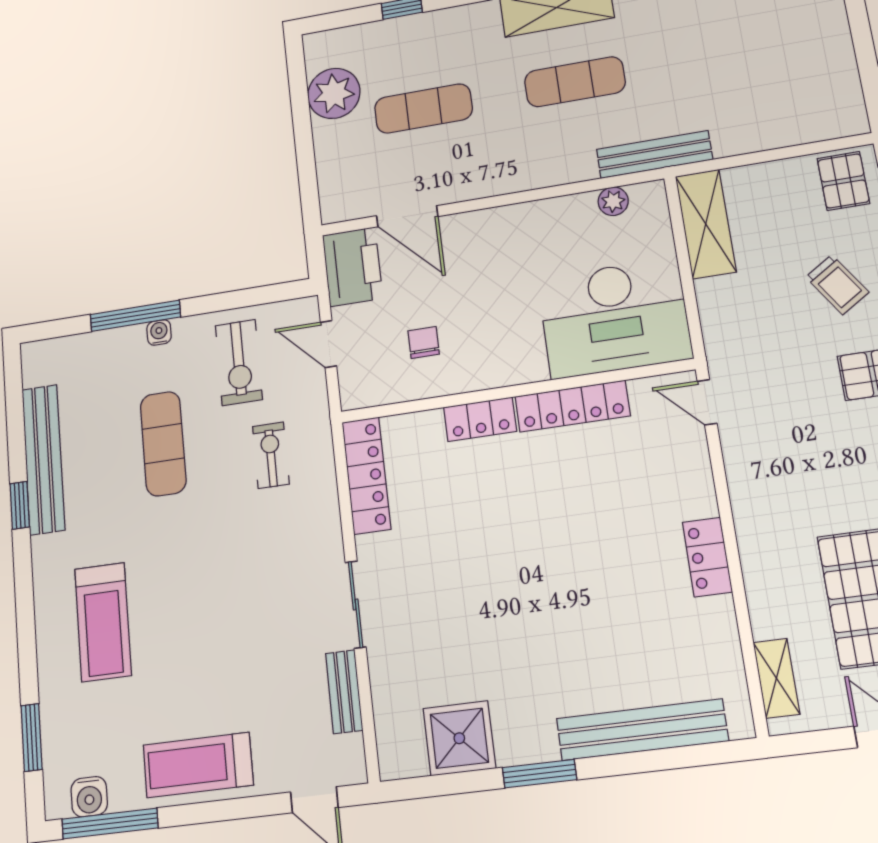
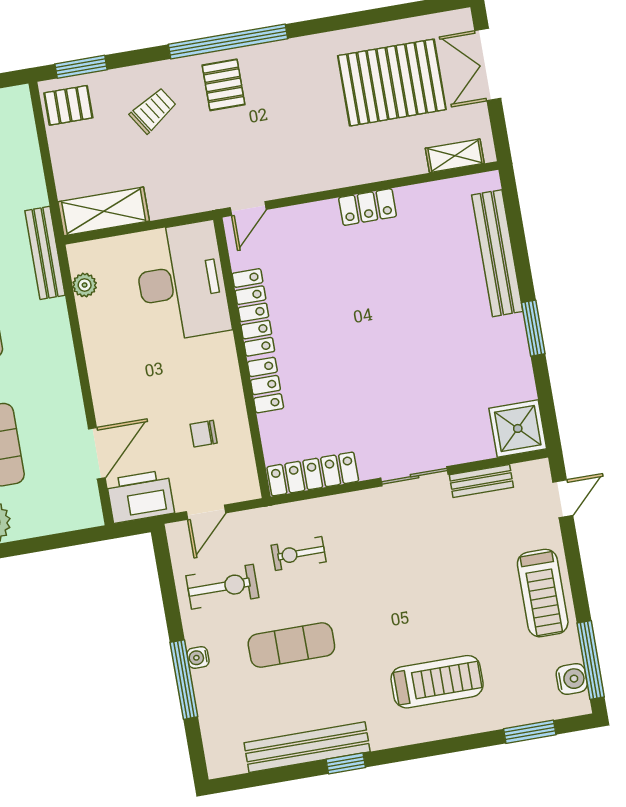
shower: (459, 738) -> (518, 428), moved

